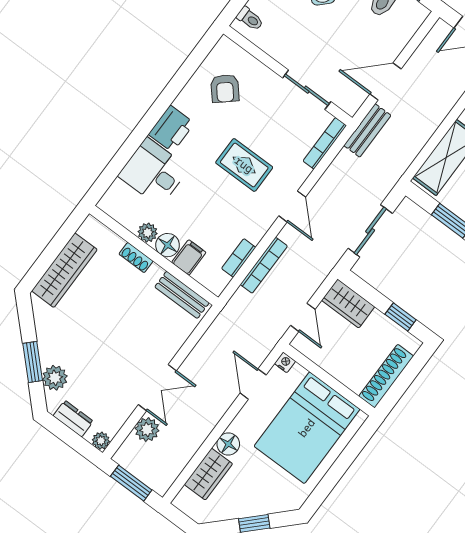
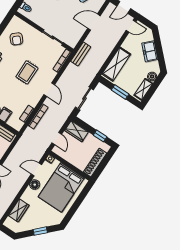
door: (385, 81) -> (94, 22), moved
rug: (244, 165) -> (27, 72), turned 90
door: (253, 384) -> (36, 169), hinge flipped
floor lamp: (228, 444) -> (35, 185), moved

